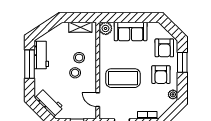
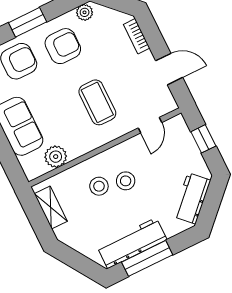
plant: (106, 28) -> (56, 157), moved
workbench: (41, 55) -> (132, 243), width x1.38
coffee table: (123, 78) -> (97, 102), width x0.73, depth x0.76

